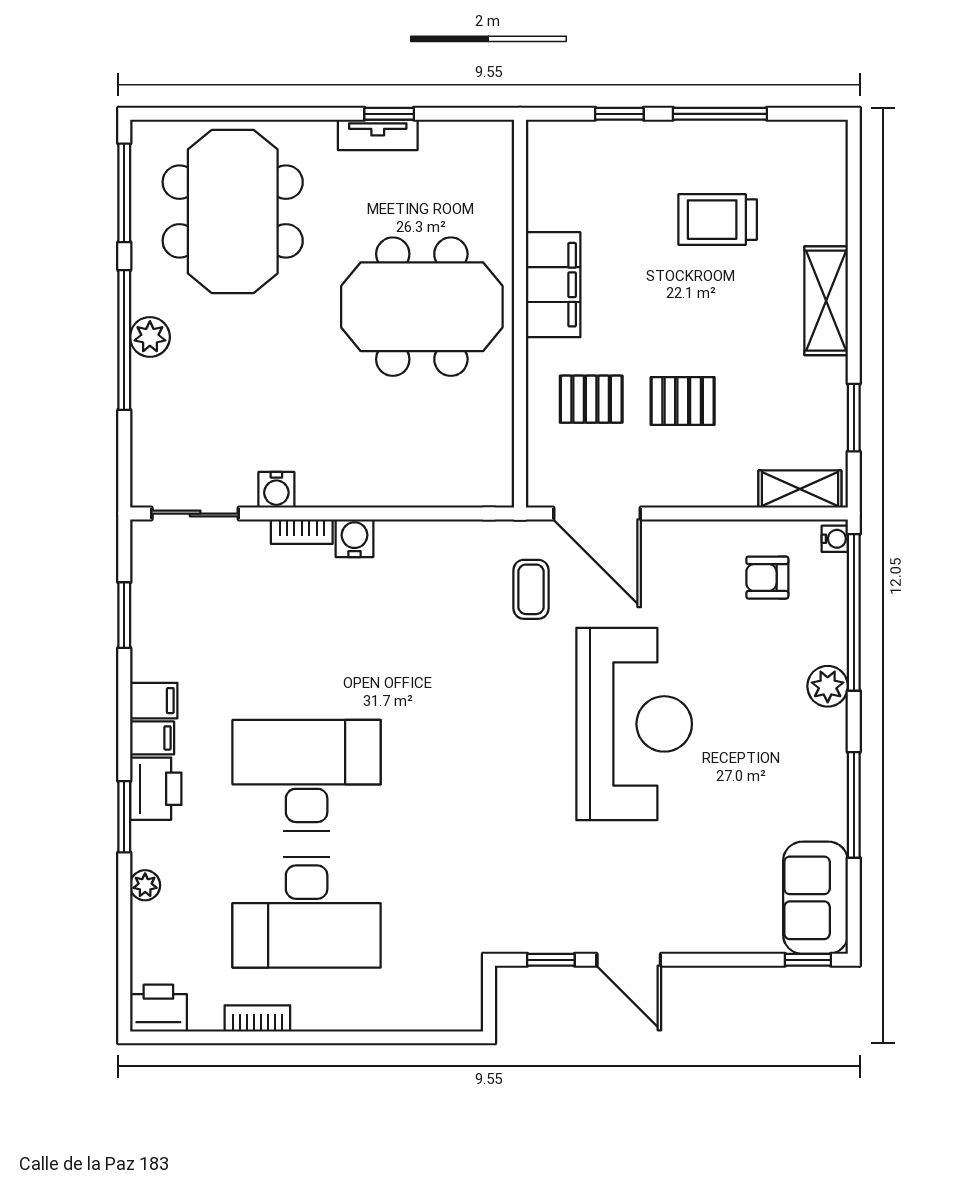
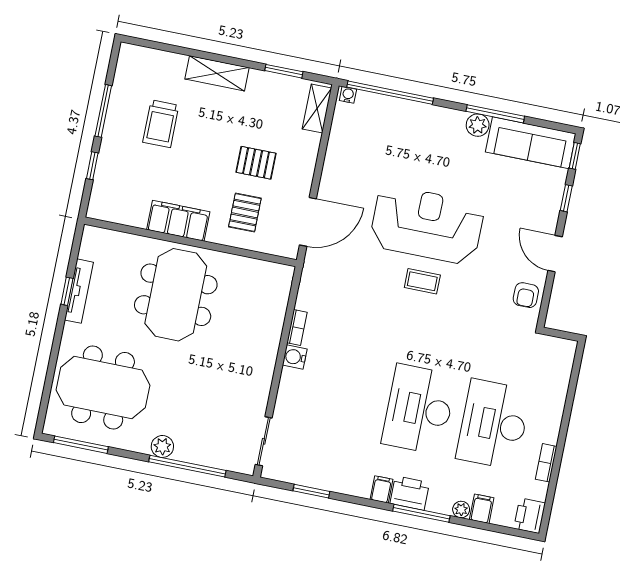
tv unit: (378, 135) -> (79, 291), width x1.41
window: (124, 340) -> (187, 466), moved
pallet: (683, 401) -> (256, 163), turned 90
water cooler: (276, 490) -> (260, 394), removed
bookcase: (302, 532) -> (297, 327), moved
armchair: (767, 578) -> (526, 295), moved
coffee table: (531, 589) -> (422, 281), moved
plant: (828, 686) -> (478, 125), moved
filing cabinet: (154, 701) -> (482, 509), moved
window: (124, 817) -> (421, 513), width x1.44
sofa: (815, 898) -> (531, 143), width x1.36
desk: (307, 912) -> (494, 424), turned 180
window: (551, 960) -> (566, 198), moved
door: (629, 960) -> (555, 254), swing flipped

